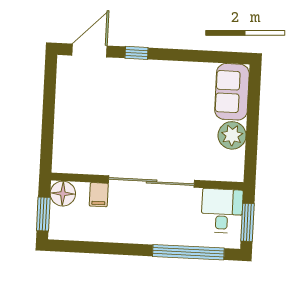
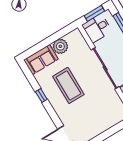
window: (136, 53) -> (41, 95), moved
coffee table: (163, 107) -> (68, 85), added

